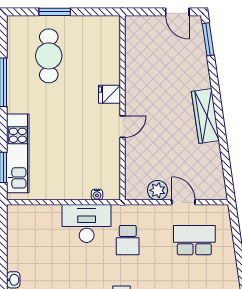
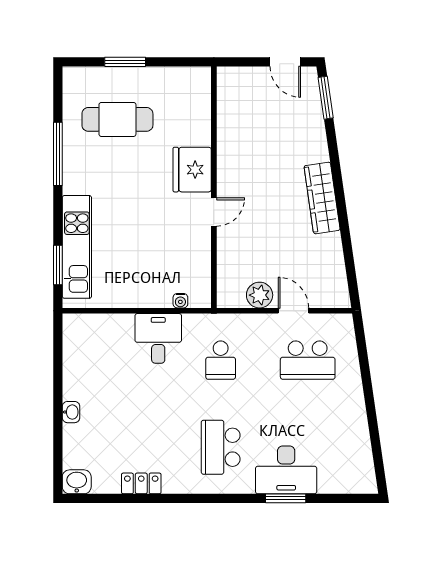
cafe table: (49, 56) -> (117, 119), turned 90
fridge: (110, 94) -> (192, 170), width x1.88, depth x1.34
desk: (87, 223) -> (158, 338), width x0.73
school desk: (194, 240) -> (308, 360), turned 180

